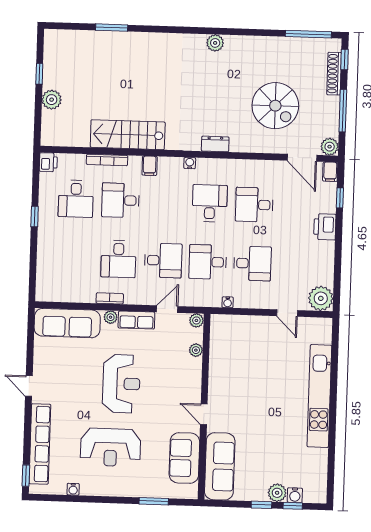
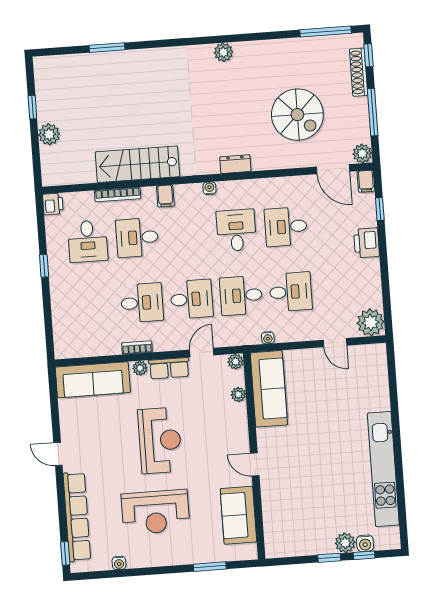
desk: (119, 259) -> (142, 303), turned -90
kitchen unit: (319, 396) -> (383, 469), moved
sofa: (220, 466) -> (269, 389), moved

